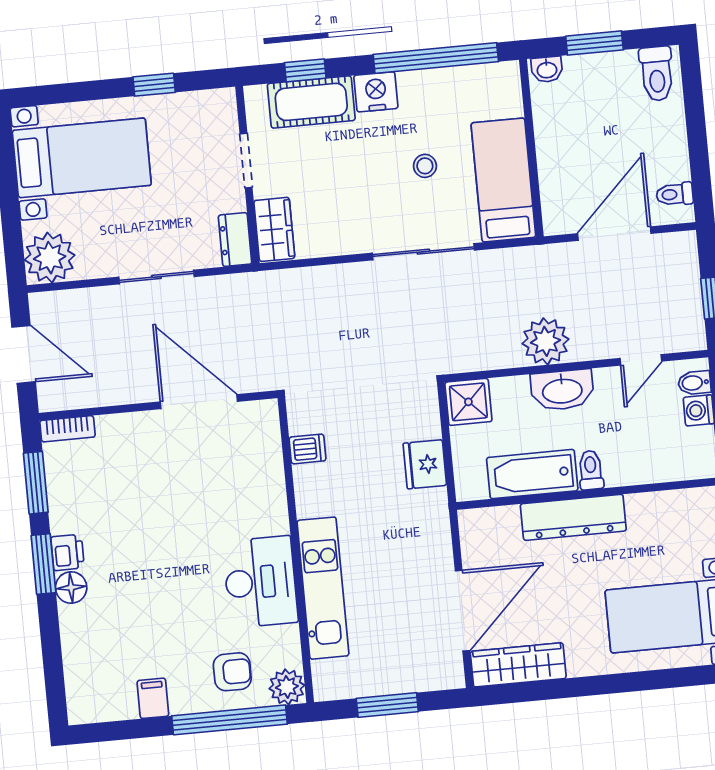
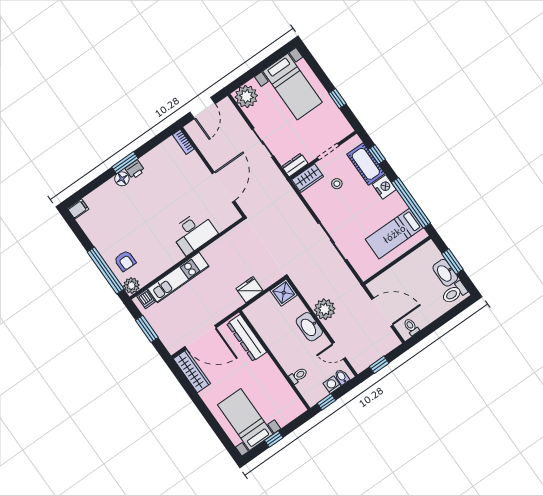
washbasin: (547, 69) -> (445, 273), moved, width x1.91, depth x1.45
stool: (425, 166) -> (337, 184), moved
bed: (503, 180) -> (394, 234), moved, turned 180
dishwasher: (307, 449) -> (146, 299), moved
toilet: (591, 470) -> (298, 376), moved
bathtub: (532, 474) -> (270, 334), removed
window: (36, 483) -> (155, 141), removed
dresser: (573, 517) -> (247, 338), moved
desk: (260, 582) -> (194, 233), moved
filing cabinet: (153, 698) -> (78, 209), moved

